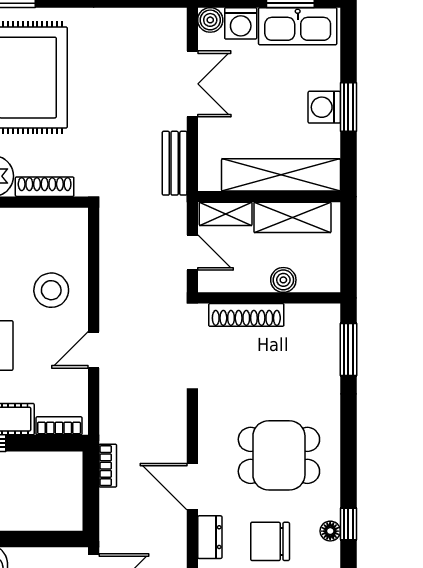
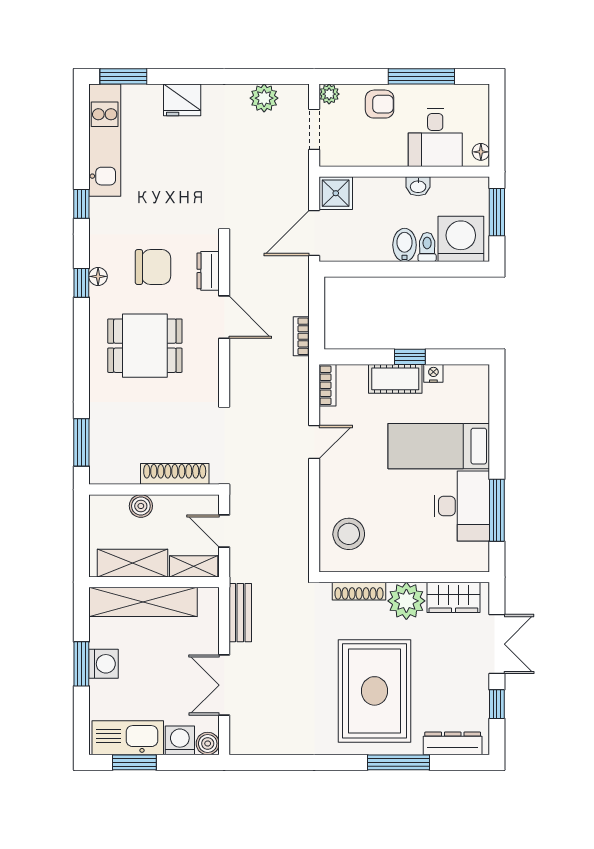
stool: (51, 290) -> (349, 534), moved
bookcase: (59, 426) -> (328, 385), moved, turned -90

